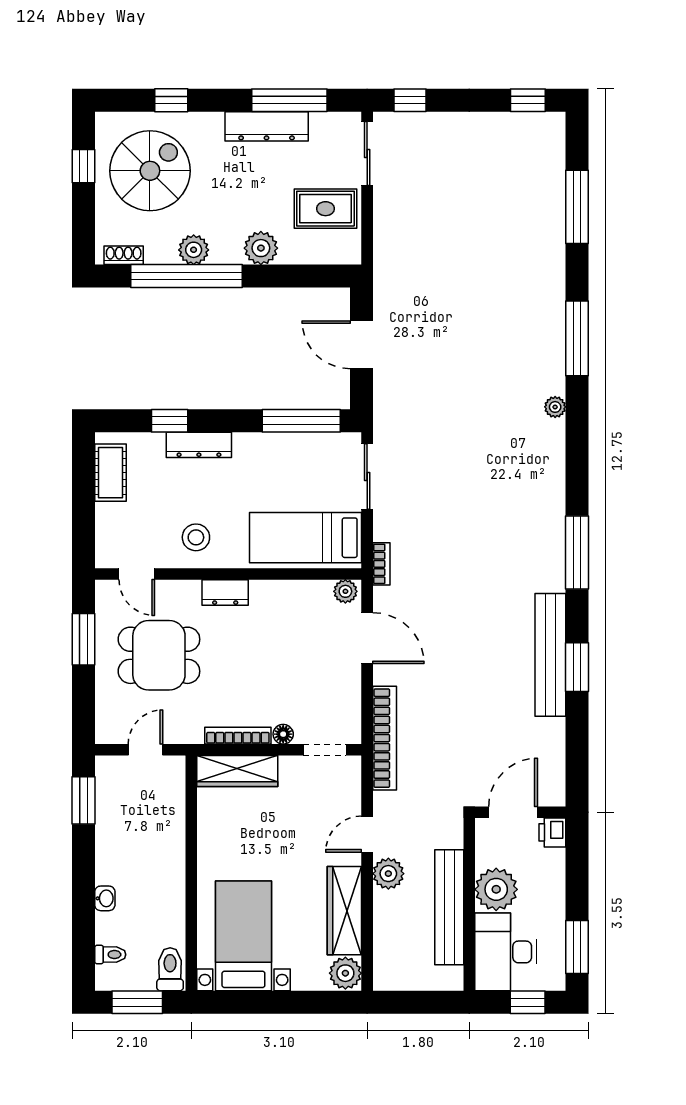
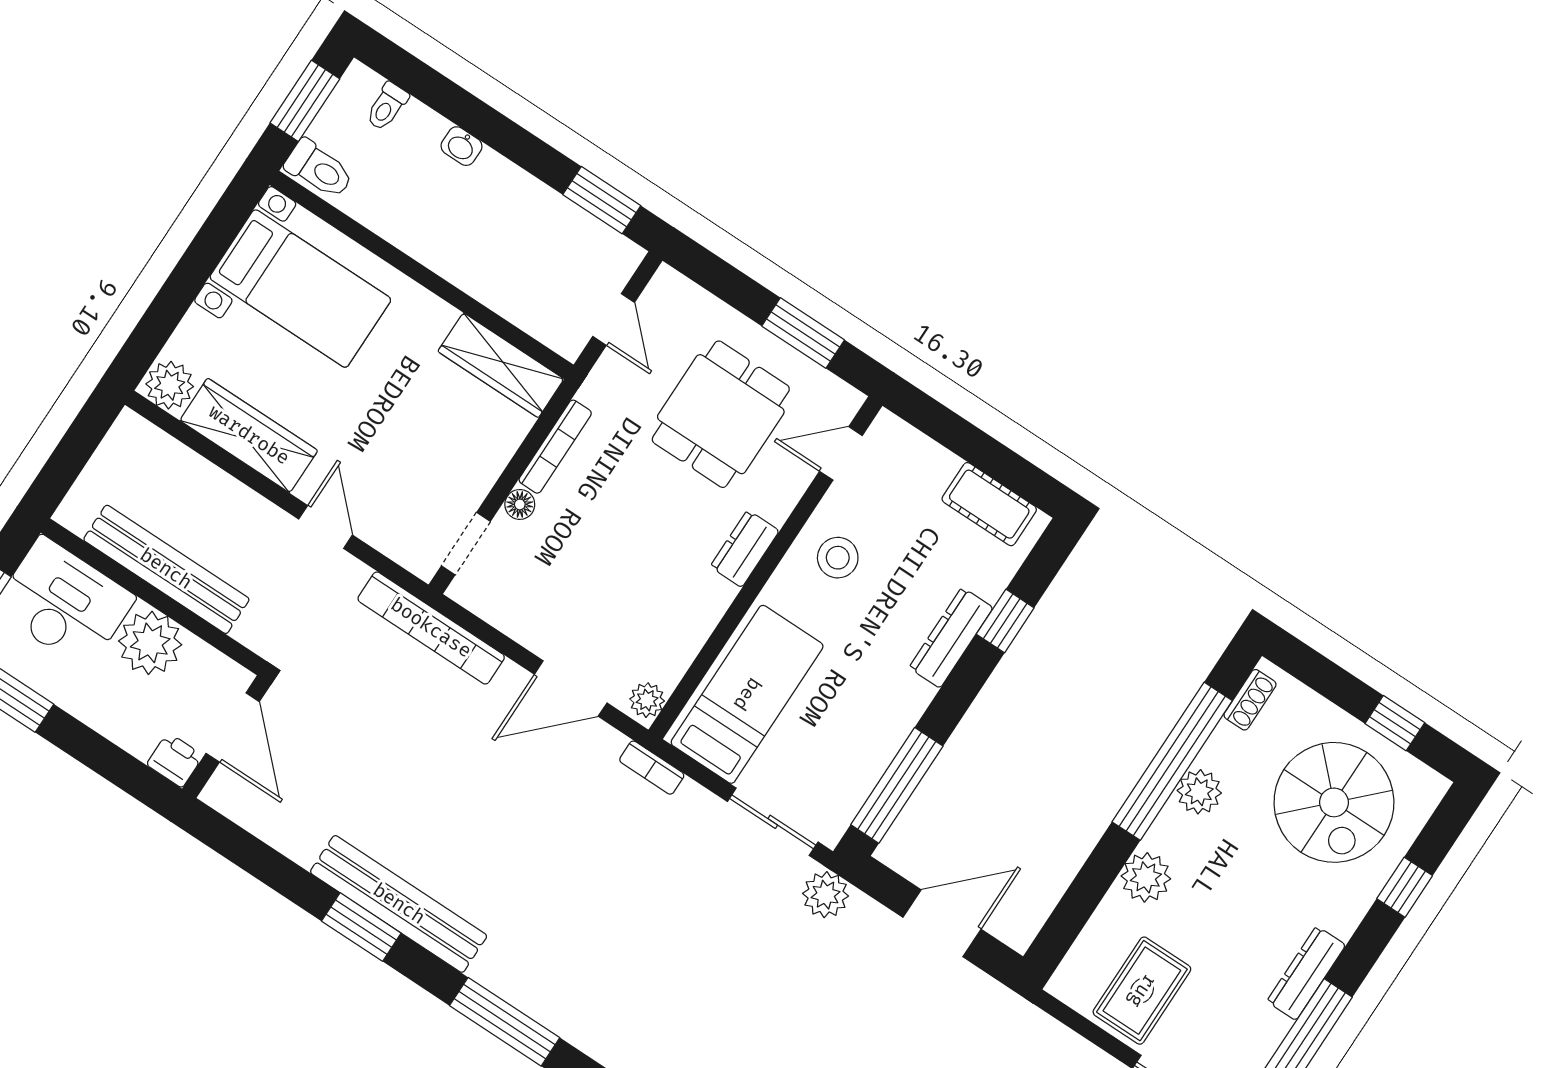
dresser: (267, 126) -> (1306, 973), width x0.73, depth x0.80
wardrobe: (237, 771) -> (501, 365), moved, turned -90
plant: (388, 874) -> (826, 895), moved

